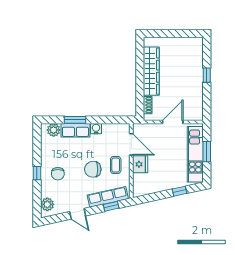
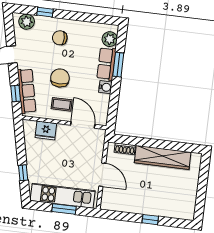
door: (131, 144) -> (83, 125), swing flipped
fridge: (140, 164) -> (46, 130), moved
window: (37, 173) -> (45, 12), moved

